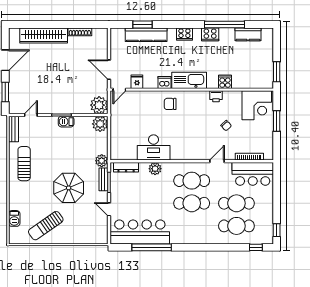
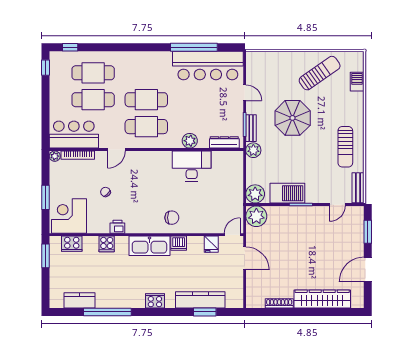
cooker: (210, 34) -> (72, 244), moved, turned 180
barbecue: (66, 122) -> (287, 193), width x1.88, depth x1.53
plant: (269, 156) -> (55, 156), added

